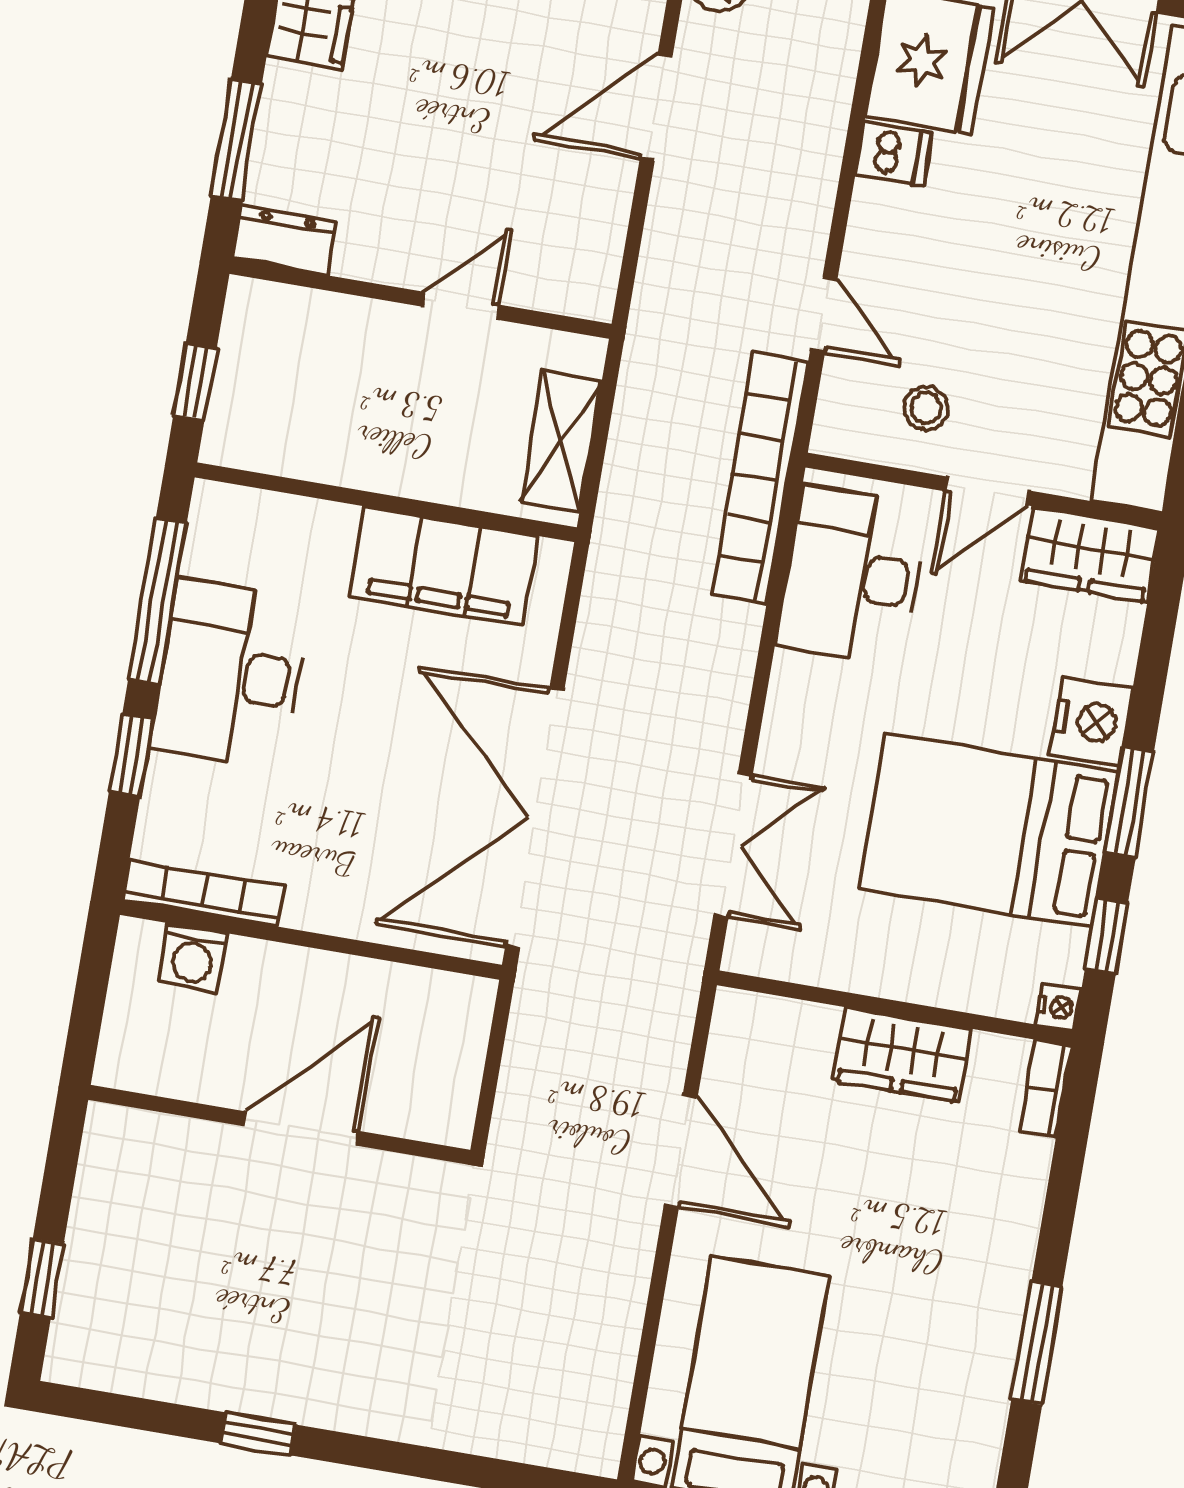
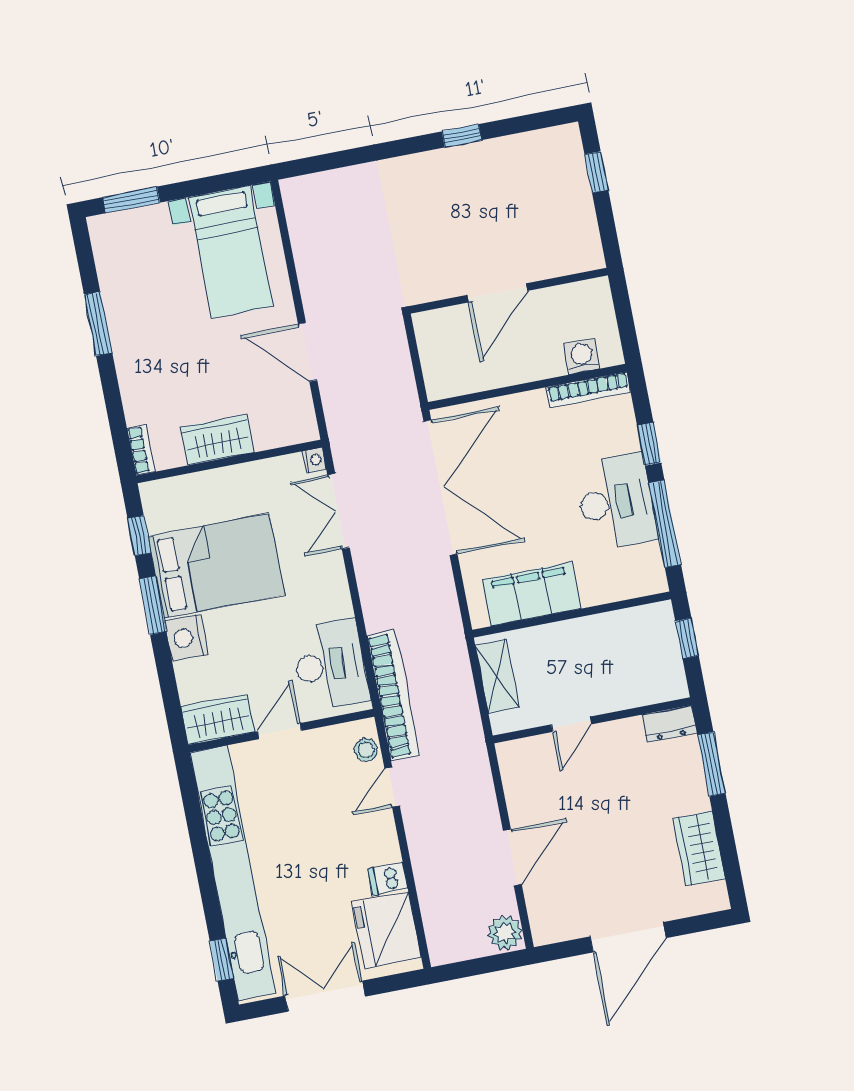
door: (824, 315) -> (392, 787), hinge flipped
stool: (926, 408) -> (366, 750), moved
nightstand: (1058, 1007) -> (314, 460), moved, turned 180

